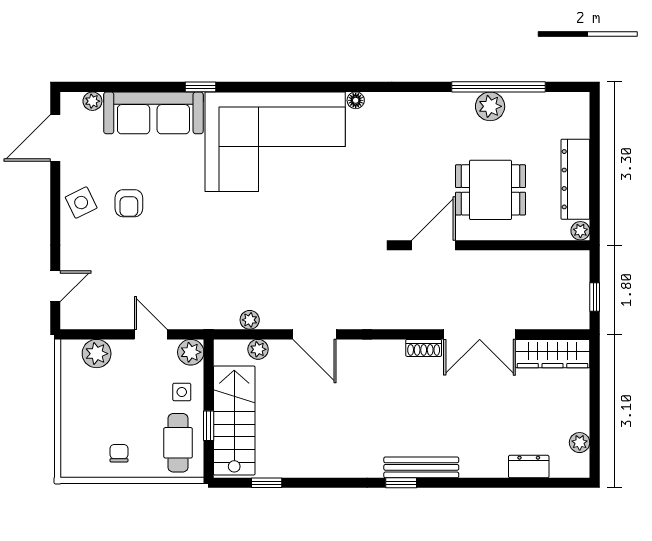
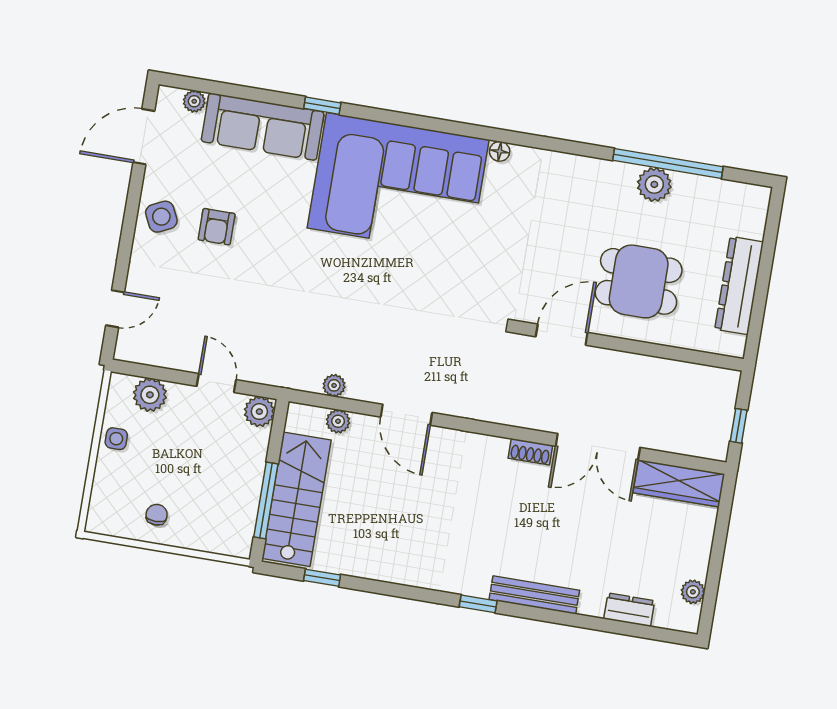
plant: (580, 231) -> (735, 346), removed
side table: (182, 392) -> (116, 439), moved
window: (209, 426) -> (266, 500), width x2.17
cafe table: (178, 443) -> (227, 514), removed
bench: (421, 467) -> (534, 595), moved

